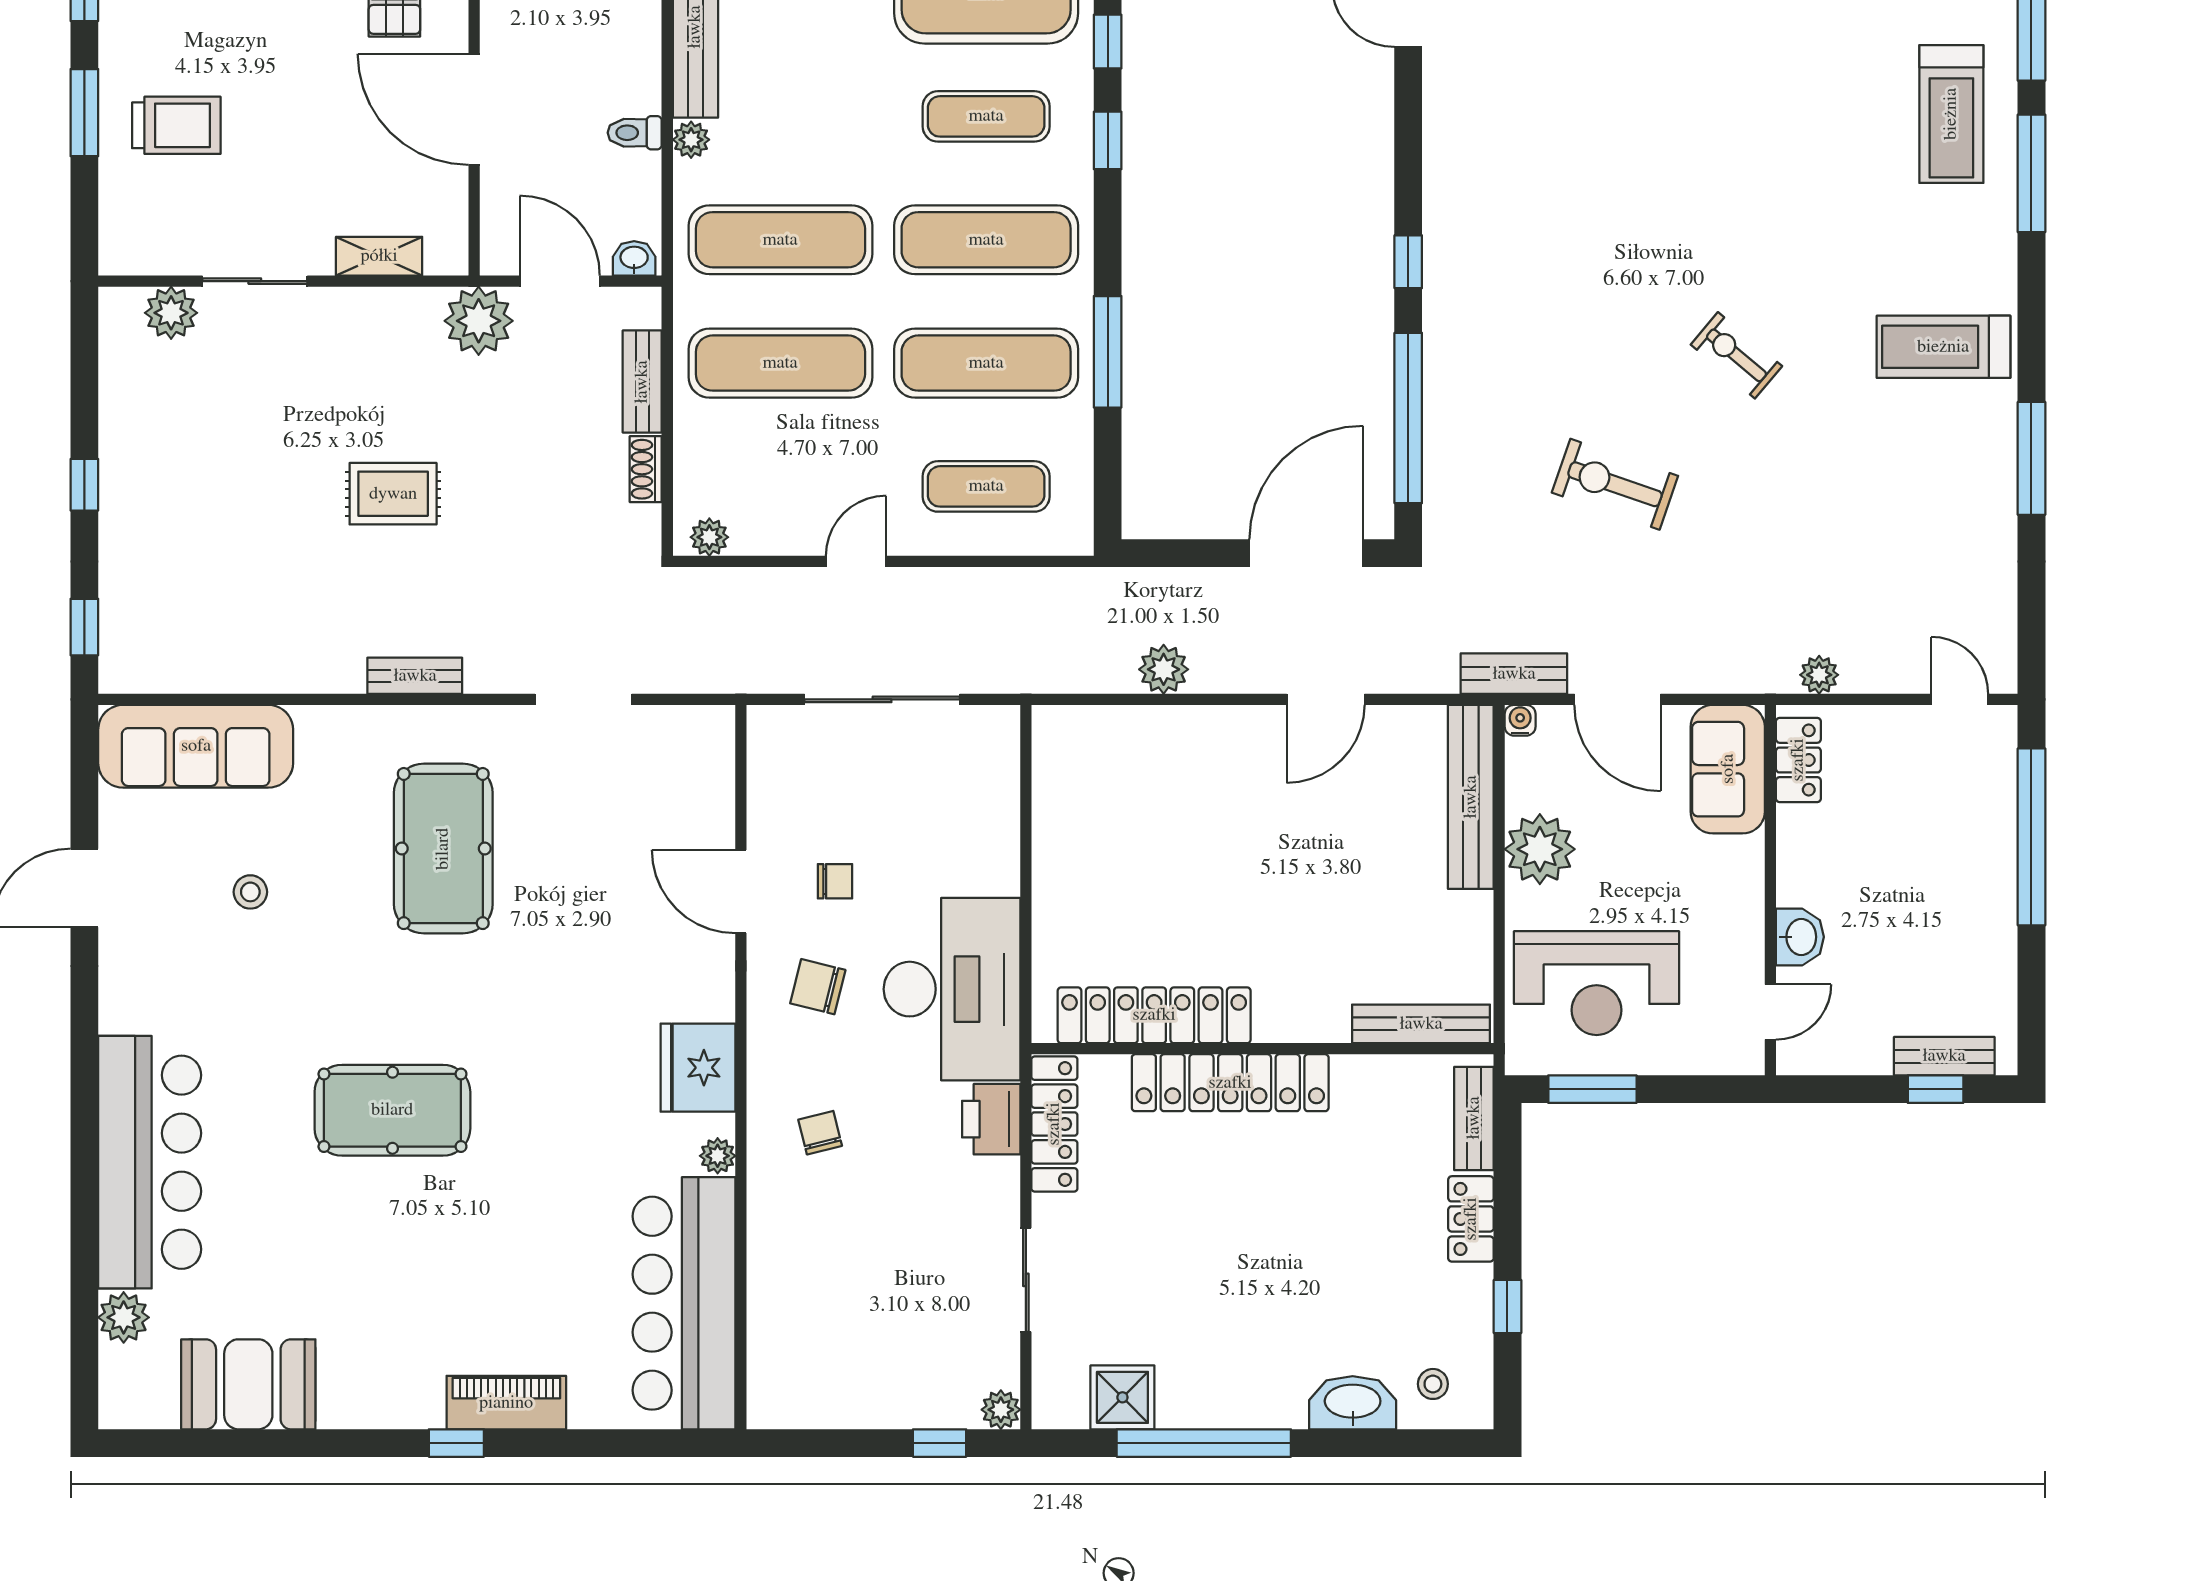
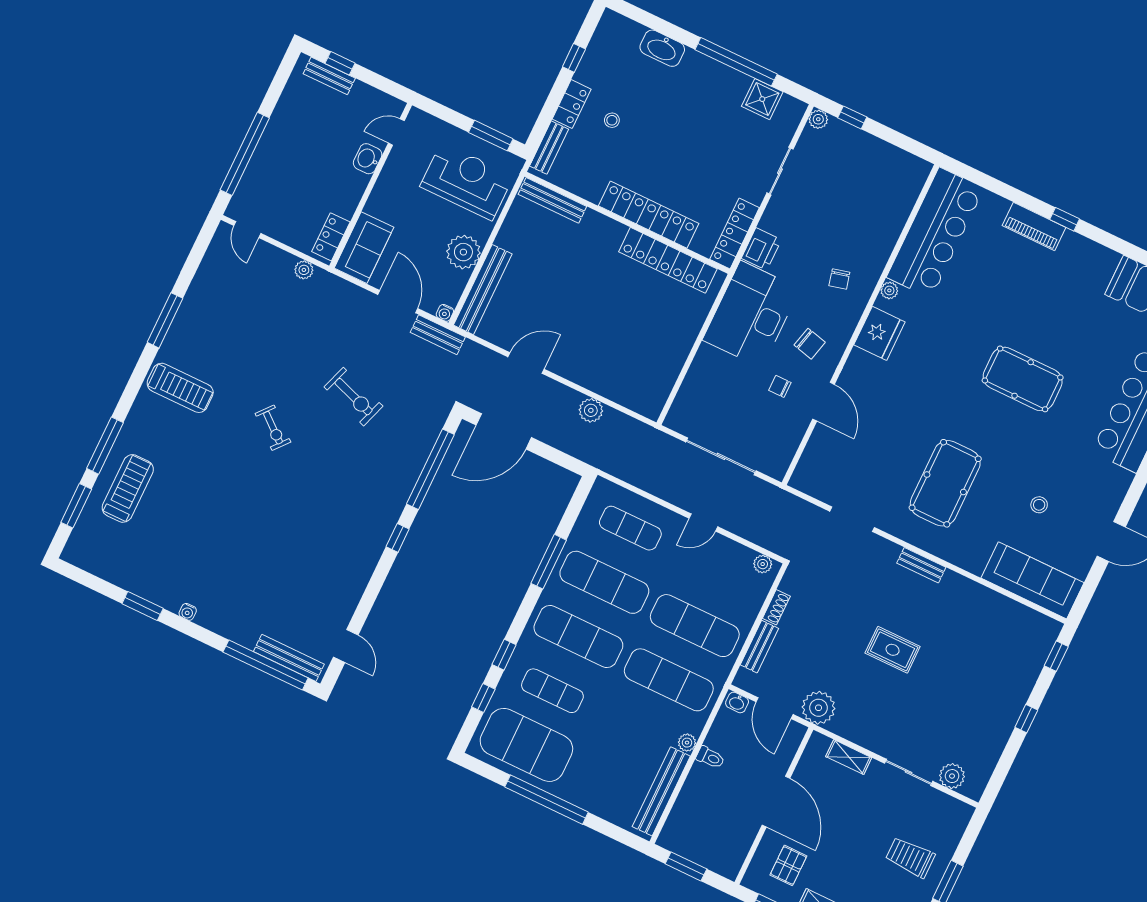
stool: (1433, 1384) -> (612, 120), moved

